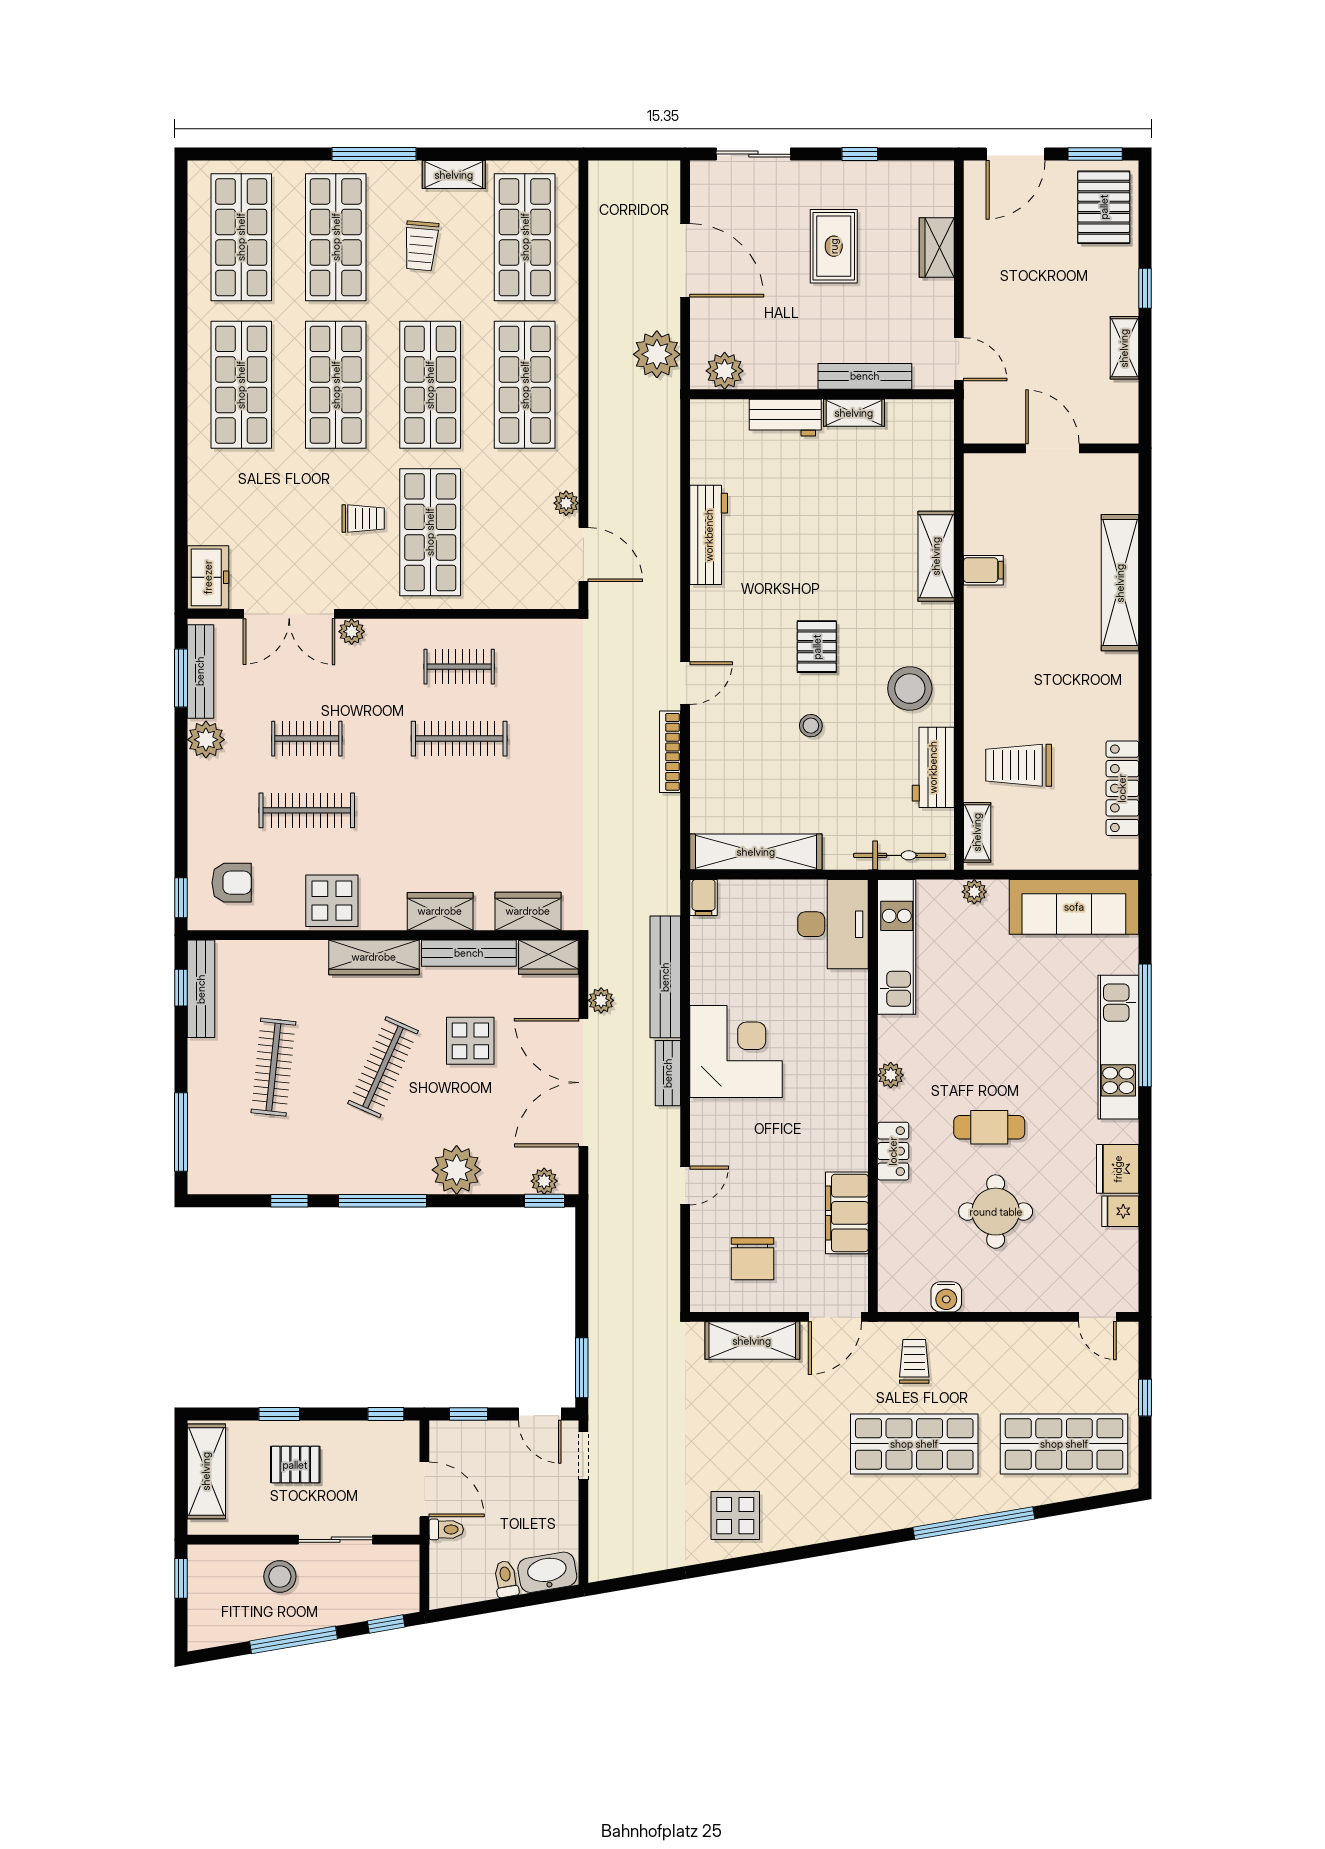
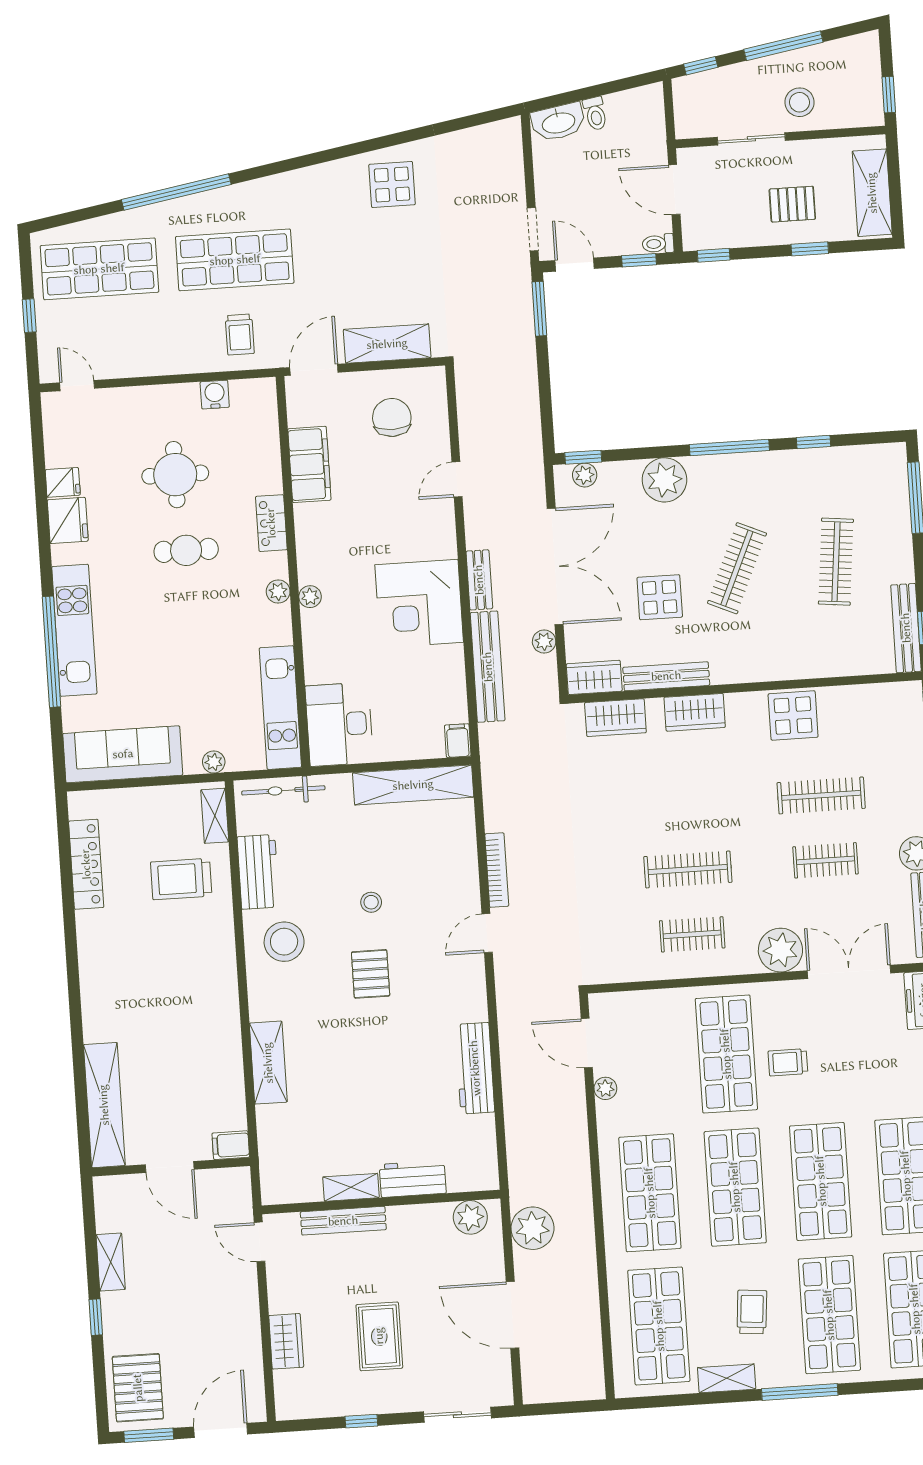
filing cabinet: (983, 570) -> (231, 1145), moved
shelving: (1120, 583) -> (104, 1105), moved
plant: (352, 632) -> (780, 950), width x1.88, depth x1.88
trolley: (1019, 765) -> (181, 879), turned 180
armchair: (232, 883) -> (885, 726), removed
wardrobe: (374, 957) -> (752, 667), removed
plant: (856, 1067) -> (310, 597), added
toilet: (446, 1529) -> (658, 244), moved

